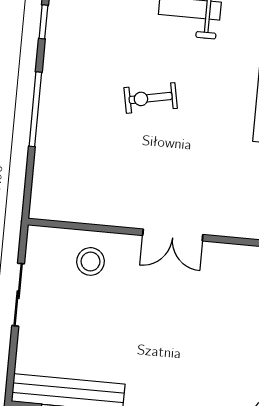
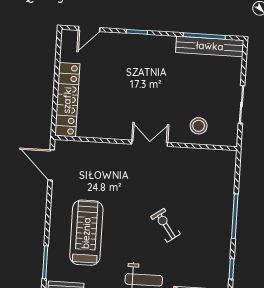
exercise bike: (151, 98) -> (166, 225), turned -115

